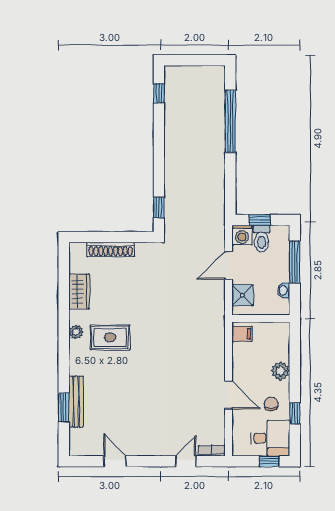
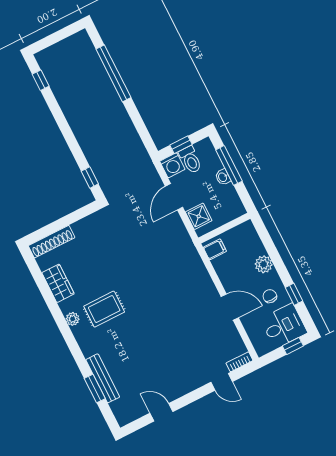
shoe rack: (111, 249) -> (52, 242), moved
washbasin: (284, 290) -> (223, 177), moved
door: (186, 461) -> (222, 382), swing flipped

